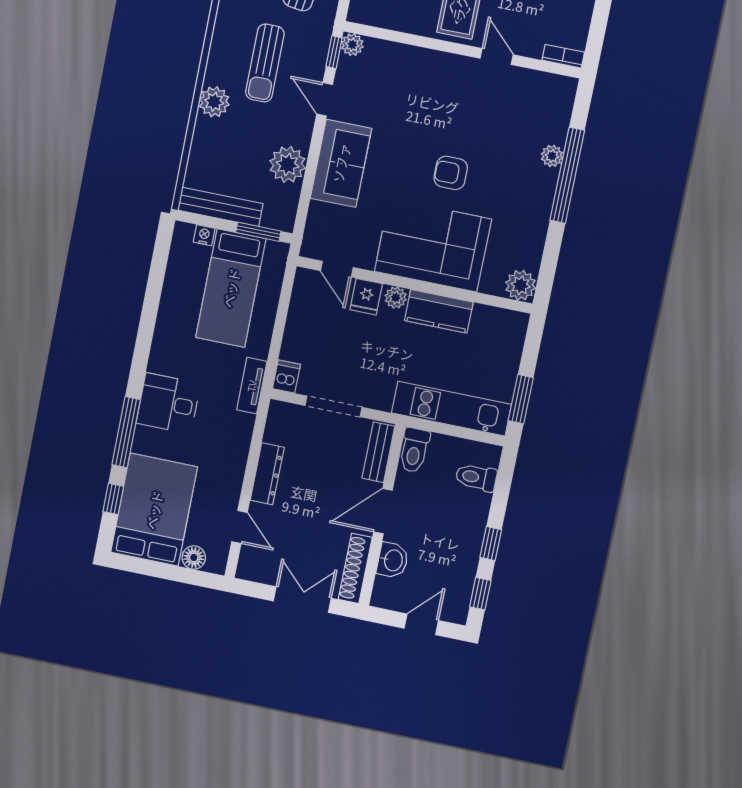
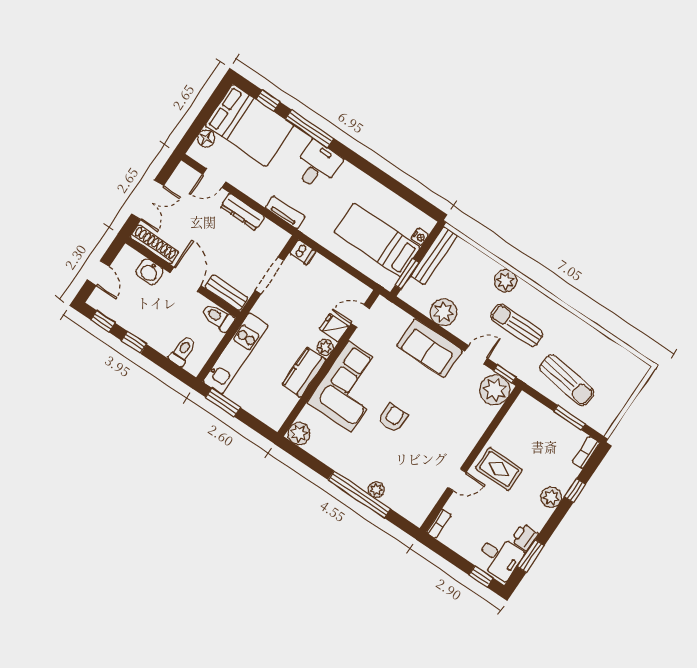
plant: (352, 45) -> (495, 390), width x1.88, depth x1.88
tv unit: (252, 386) -> (285, 212), moved

